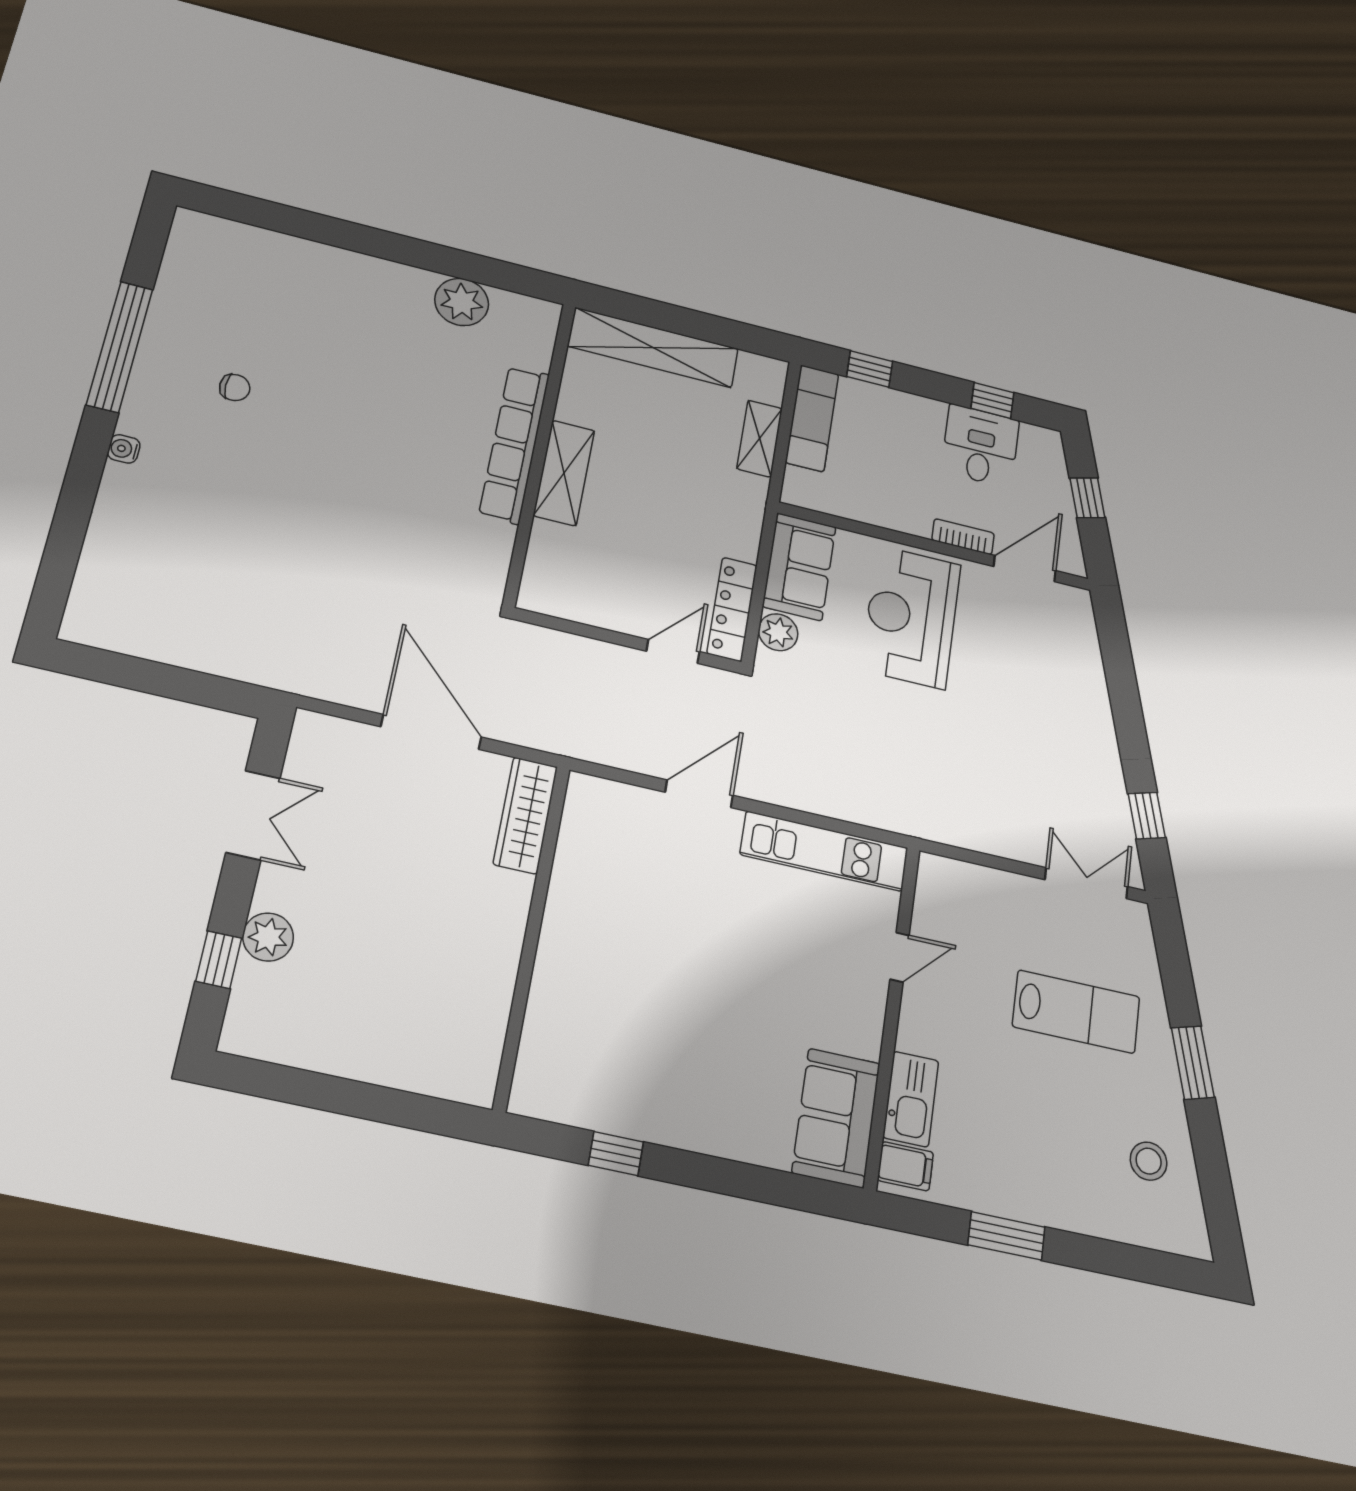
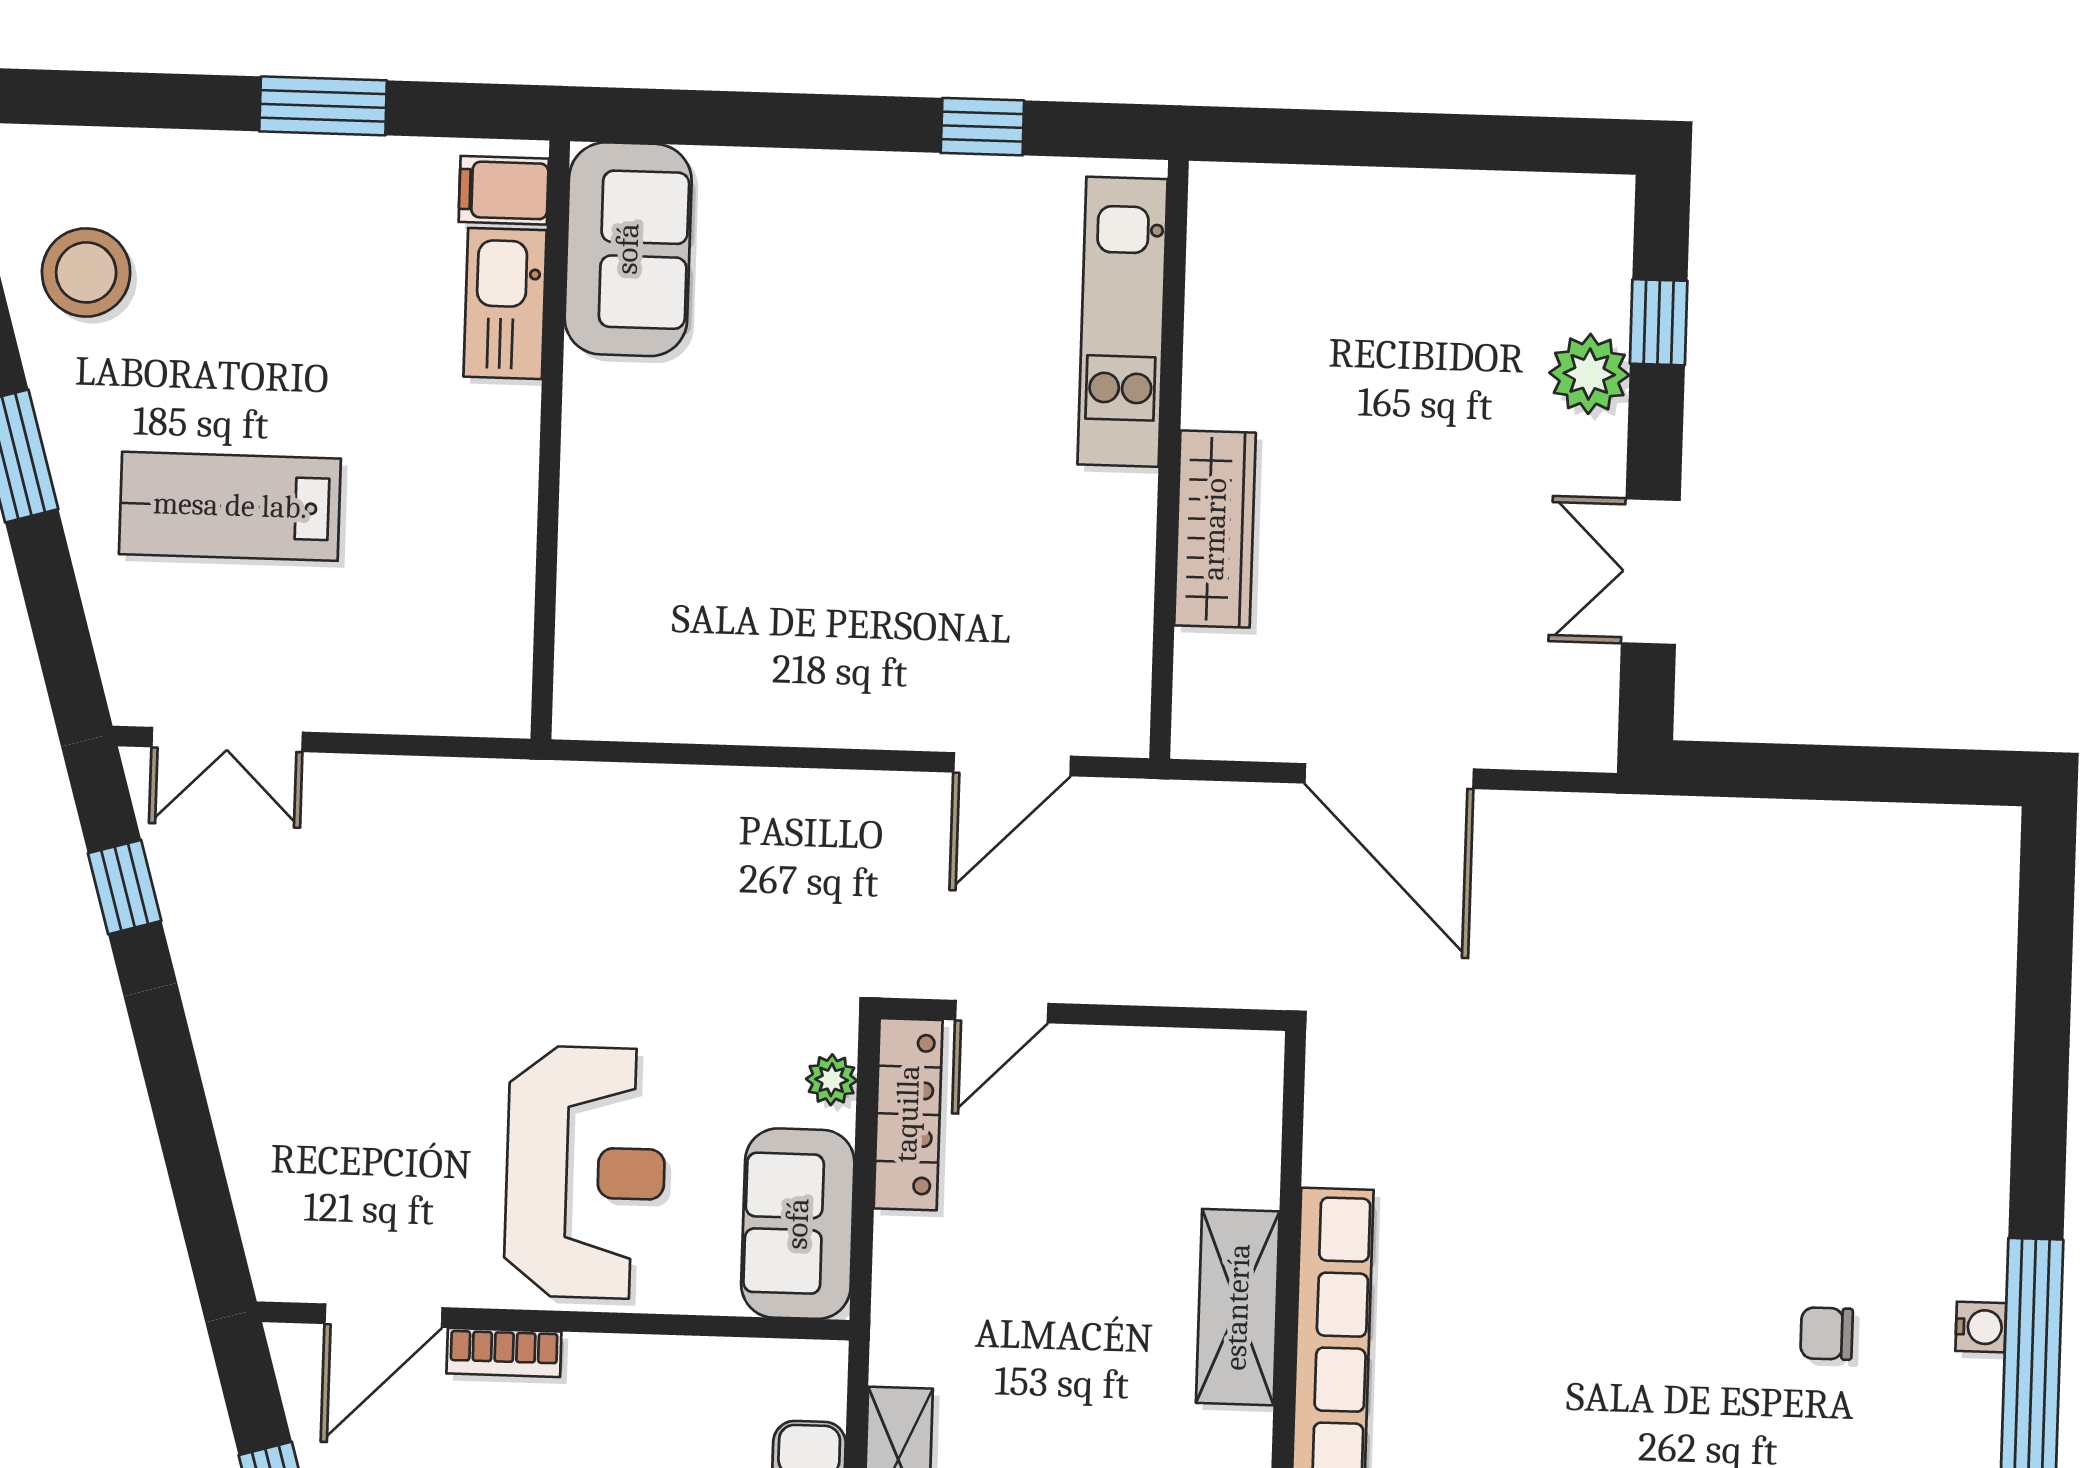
water cooler: (124, 449) -> (1981, 1327), moved
plant: (778, 632) -> (831, 1080), width x0.73, depth x0.73
door: (699, 794) -> (1012, 764), moved
wardrobe: (525, 815) -> (1215, 529), moved
kitchen unit: (824, 851) -> (1122, 322), moved, turned -90
door: (900, 957) -> (547, 542), removed
stool: (1149, 1161) -> (86, 272), width x1.38, depth x1.38

